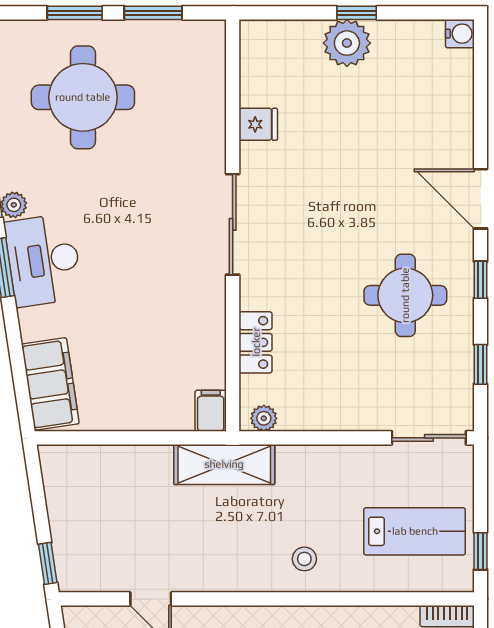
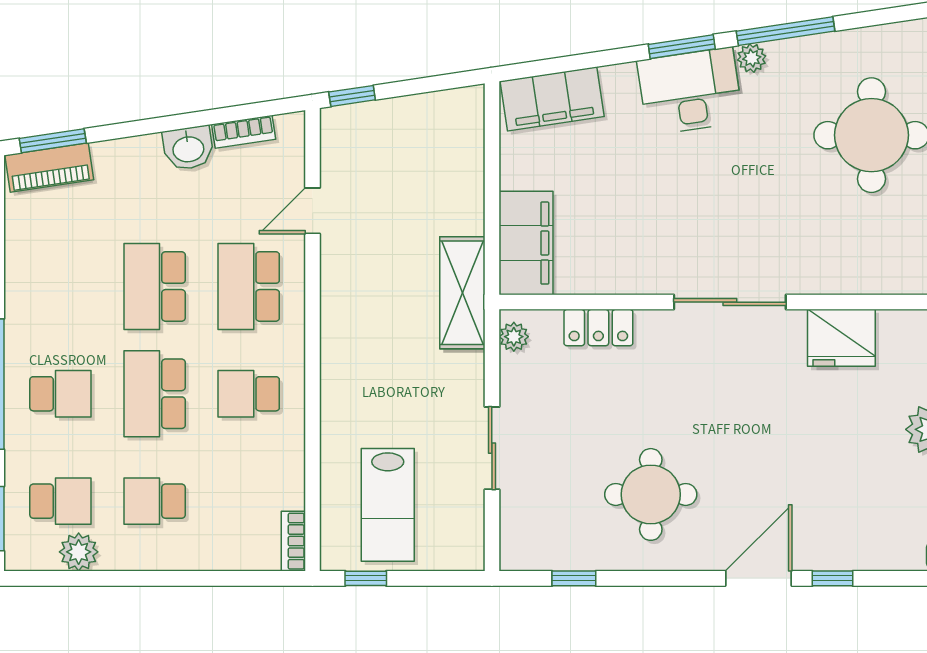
fridge: (258, 124) -> (841, 338), width x1.88, depth x1.34
window: (481, 280) -> (832, 578), moved
filing cabinet: (211, 411) -> (526, 243), width x3.00, depth x1.17
sliding door: (429, 438) -> (492, 448), moved
stool: (304, 559) -> (357, 382), removed

